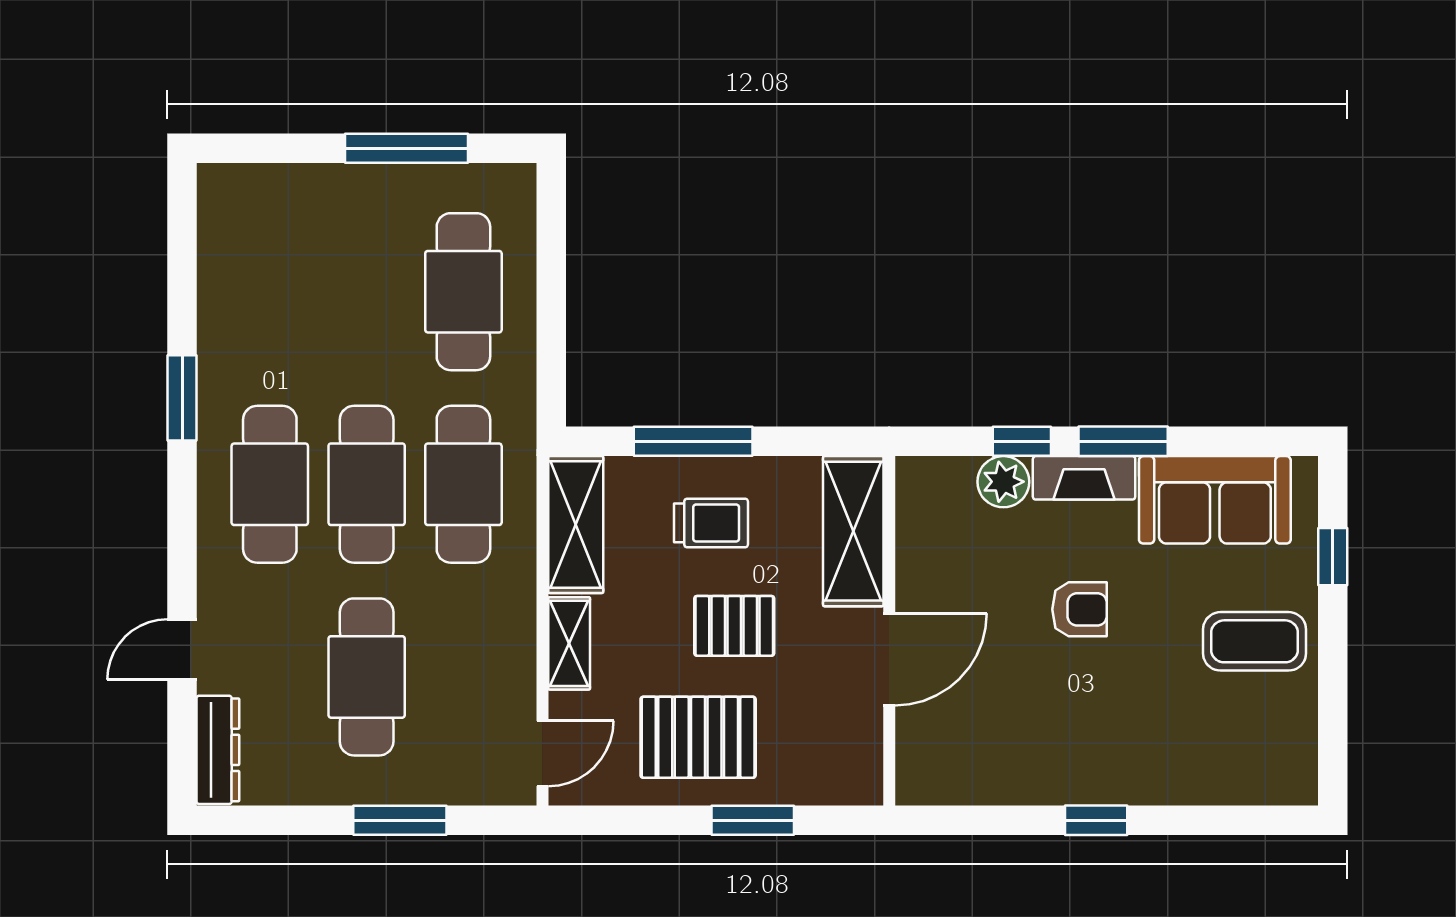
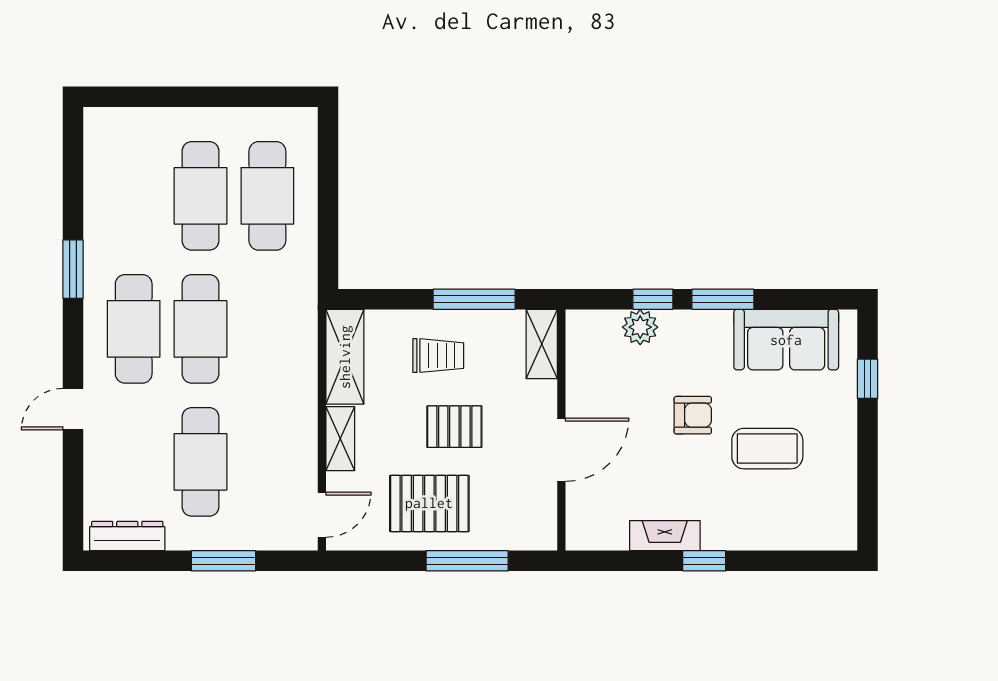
window: (406, 148) -> (228, 97), removed
window: (693, 441) -> (474, 299), moved
fireplace: (1084, 478) -> (665, 536), moved, turned 180
cafe table: (463, 484) -> (201, 196), moved
shelving: (853, 531) -> (542, 344), width x0.67, depth x0.75
coffee table: (1255, 641) -> (767, 449), moved
door: (182, 650) -> (73, 409), moved
dresser: (218, 750) -> (127, 536), moved, turned -90
window: (753, 820) -> (467, 561), width x1.44

